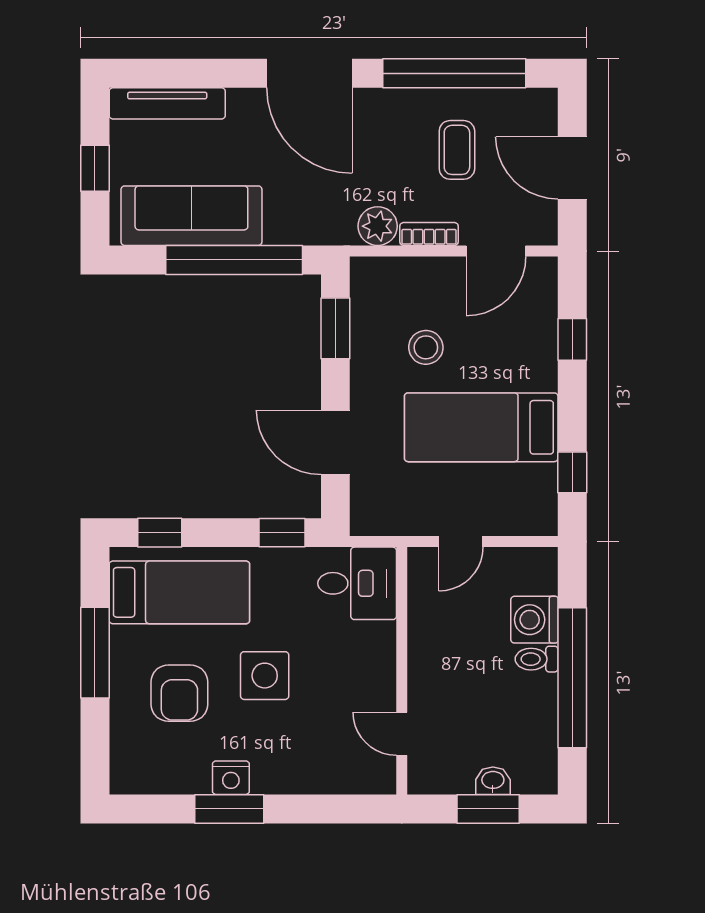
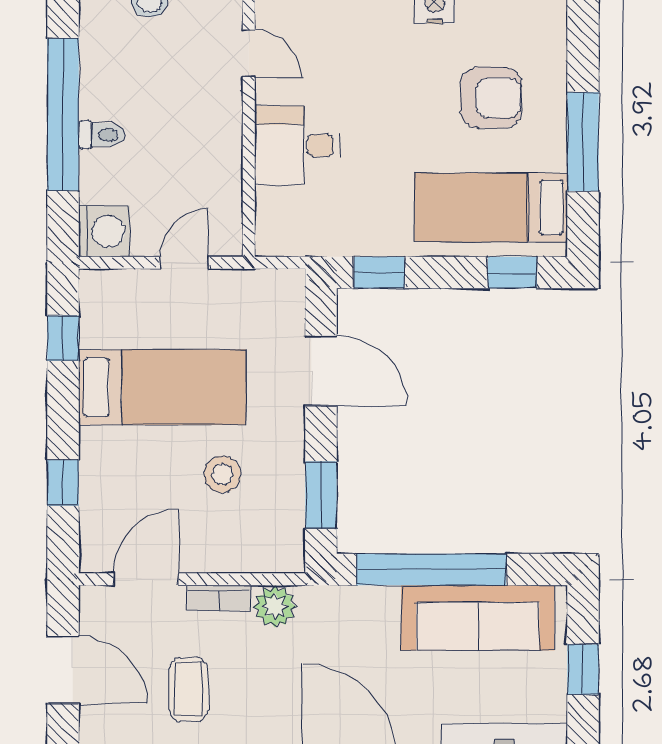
desk: (357, 583) -> (297, 145), moved
washing machine: (534, 620) -> (104, 231), moved
side table: (265, 676) -> (398, 117), removed
armchair: (179, 693) -> (491, 98), turned 90

